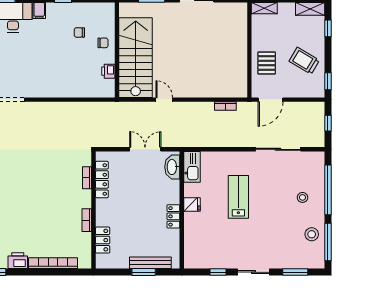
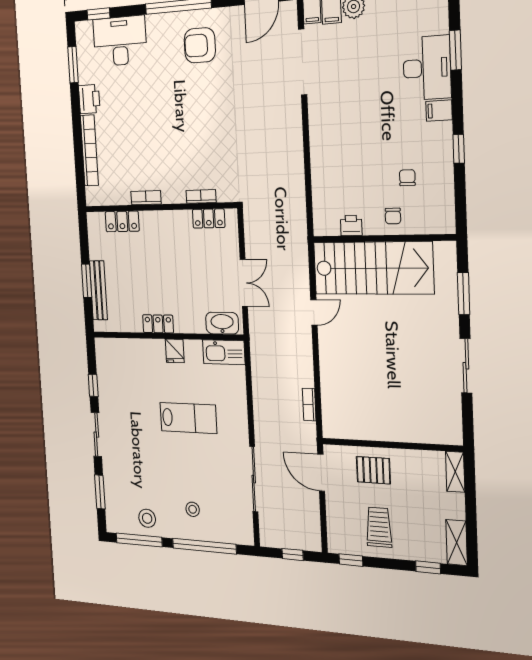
trolley: (304, 61) -> (379, 527), turned -31
locker: (102, 179) -> (209, 218), width x0.66

